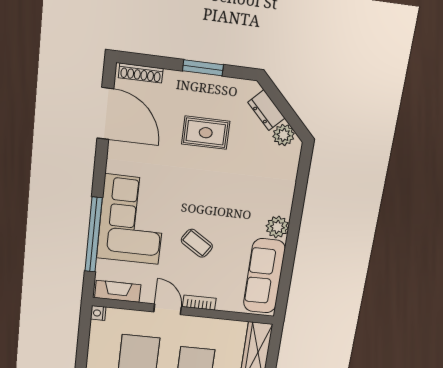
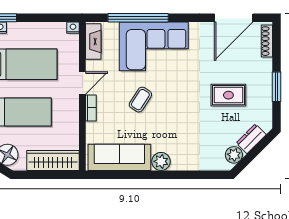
rug: (206, 133) -> (228, 95), turned 90

